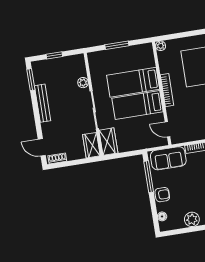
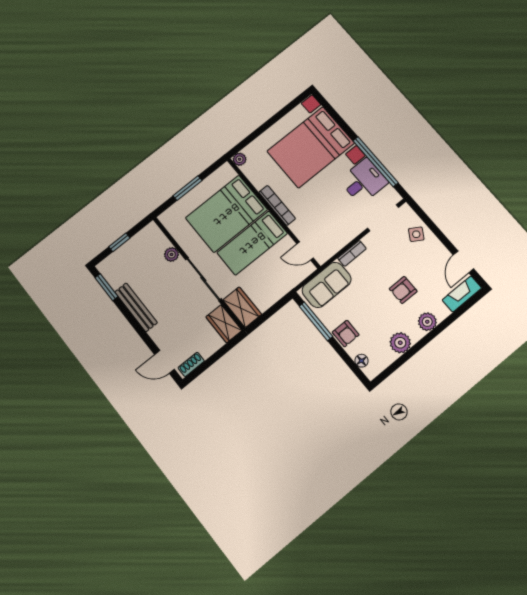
bed: (133, 82) -> (226, 214), width x1.50
armchair: (162, 195) -> (346, 334), turned 90

